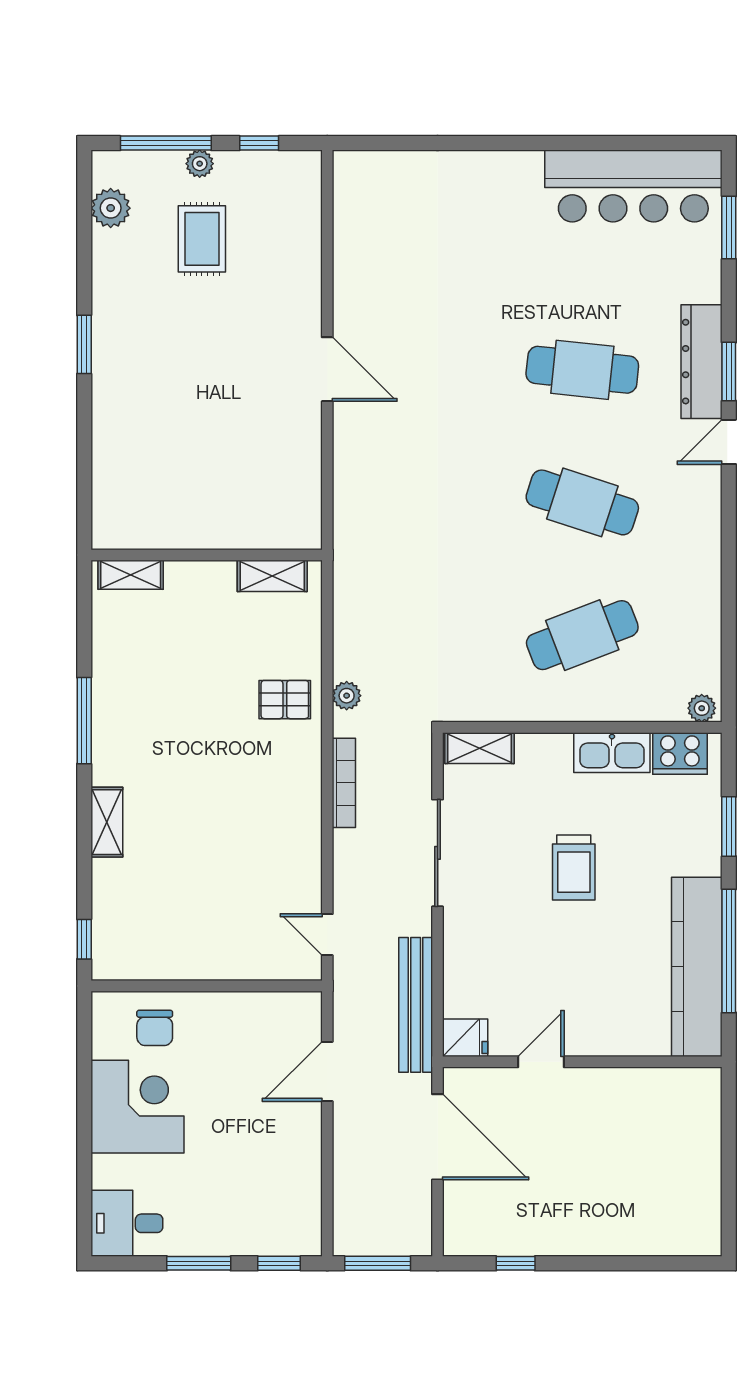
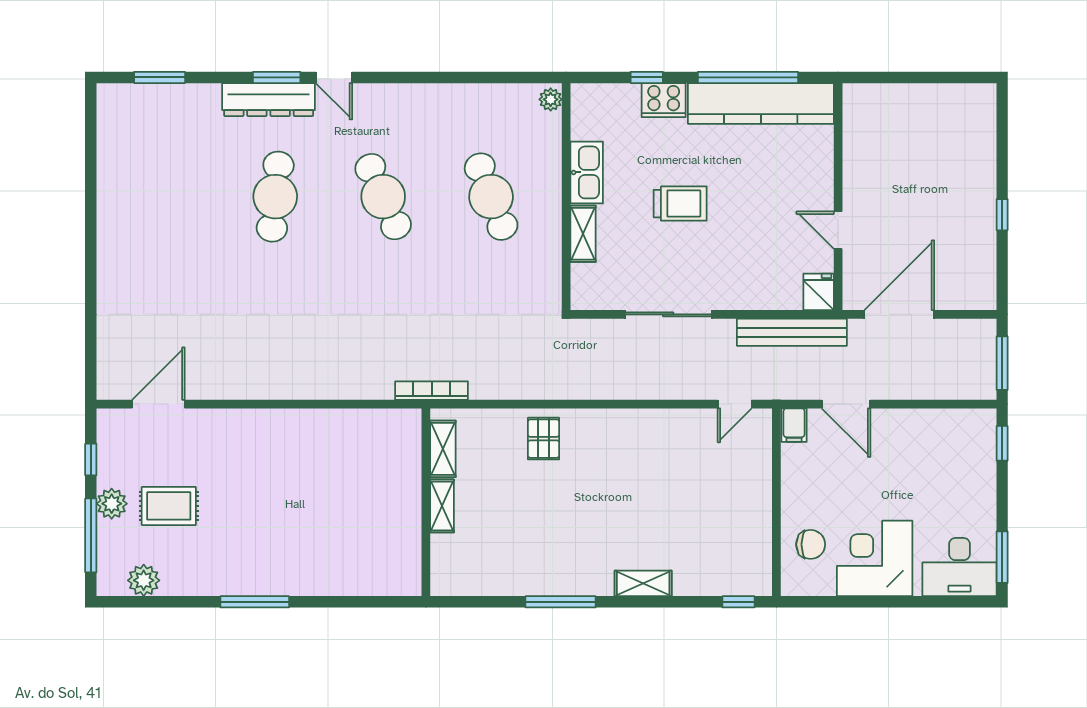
plant: (200, 164) -> (112, 504), width x1.38, depth x1.38
bar counter: (633, 186) -> (126, 155), removed
window: (84, 344) -> (255, 602), width x1.44
door: (327, 369) -> (158, 404), moved
cafe table: (582, 502) -> (383, 197), turned -42
shelving: (131, 575) -> (442, 506), moved
plant: (347, 696) -> (540, 388), removed
shelving: (480, 748) -> (583, 234), moved
cooker: (680, 754) -> (664, 100), moved, turned 90
bookcase: (344, 783) -> (432, 391), moved
window: (729, 826) -> (647, 77), width x0.67
filing cabinet: (301, 1008) -> (794, 425), added
desk: (127, 1223) -> (959, 567), width x1.37
window: (199, 1263) -> (1002, 557), moved
window: (516, 1263) -> (1002, 215), moved

